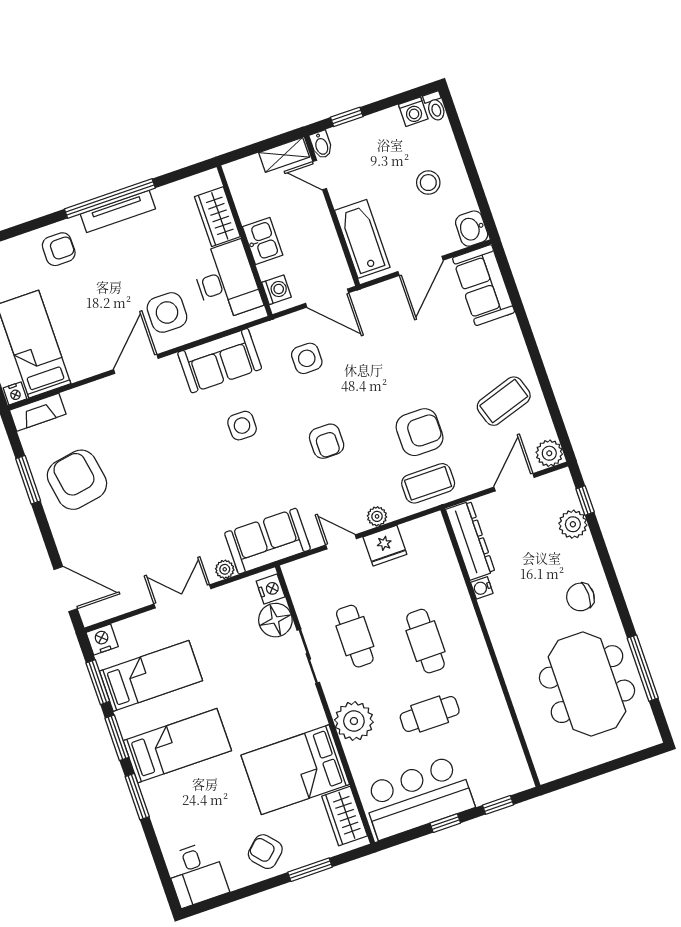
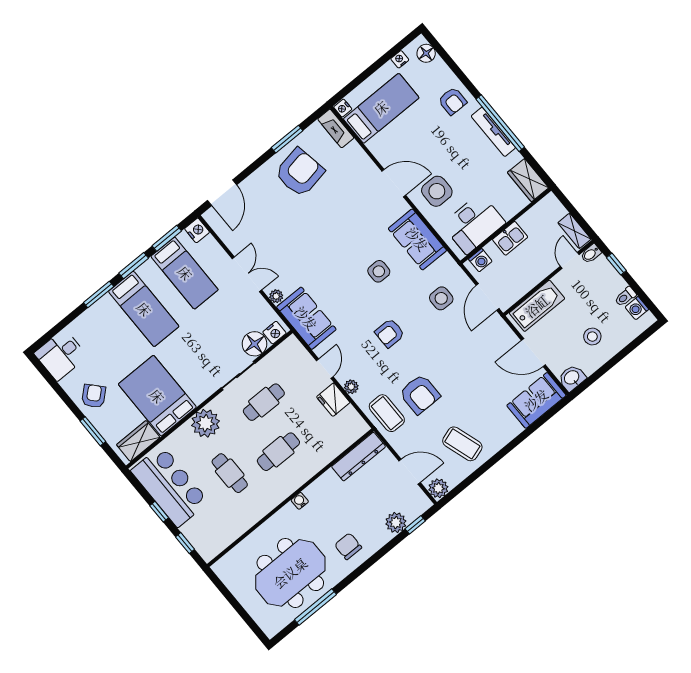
toilet: (435, 107) -> (625, 297), moved
wardrobe: (217, 217) -> (528, 180), moved, turned -90
water cooler: (482, 588) -> (300, 501), moved

